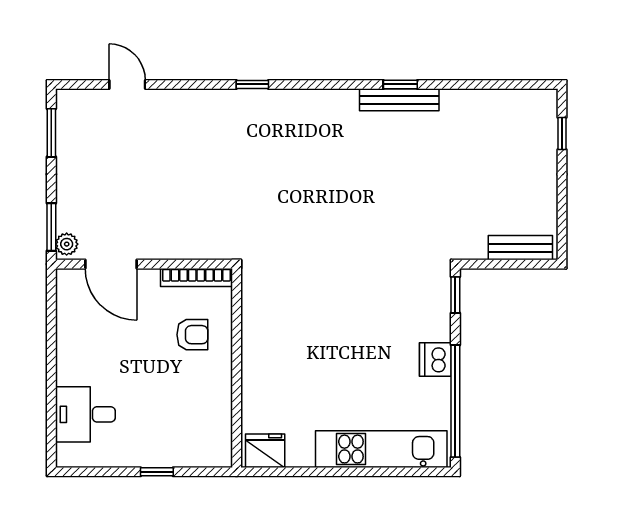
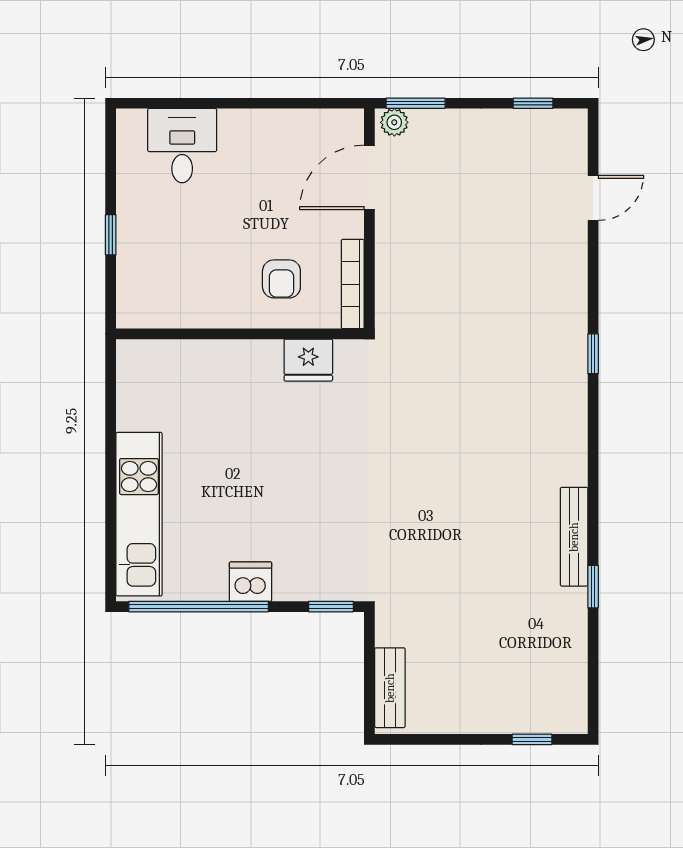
window: (400, 84) -> (593, 587), moved
window: (51, 133) -> (533, 103), width x0.67
fridge: (265, 451) -> (308, 360), moved, turned 90

